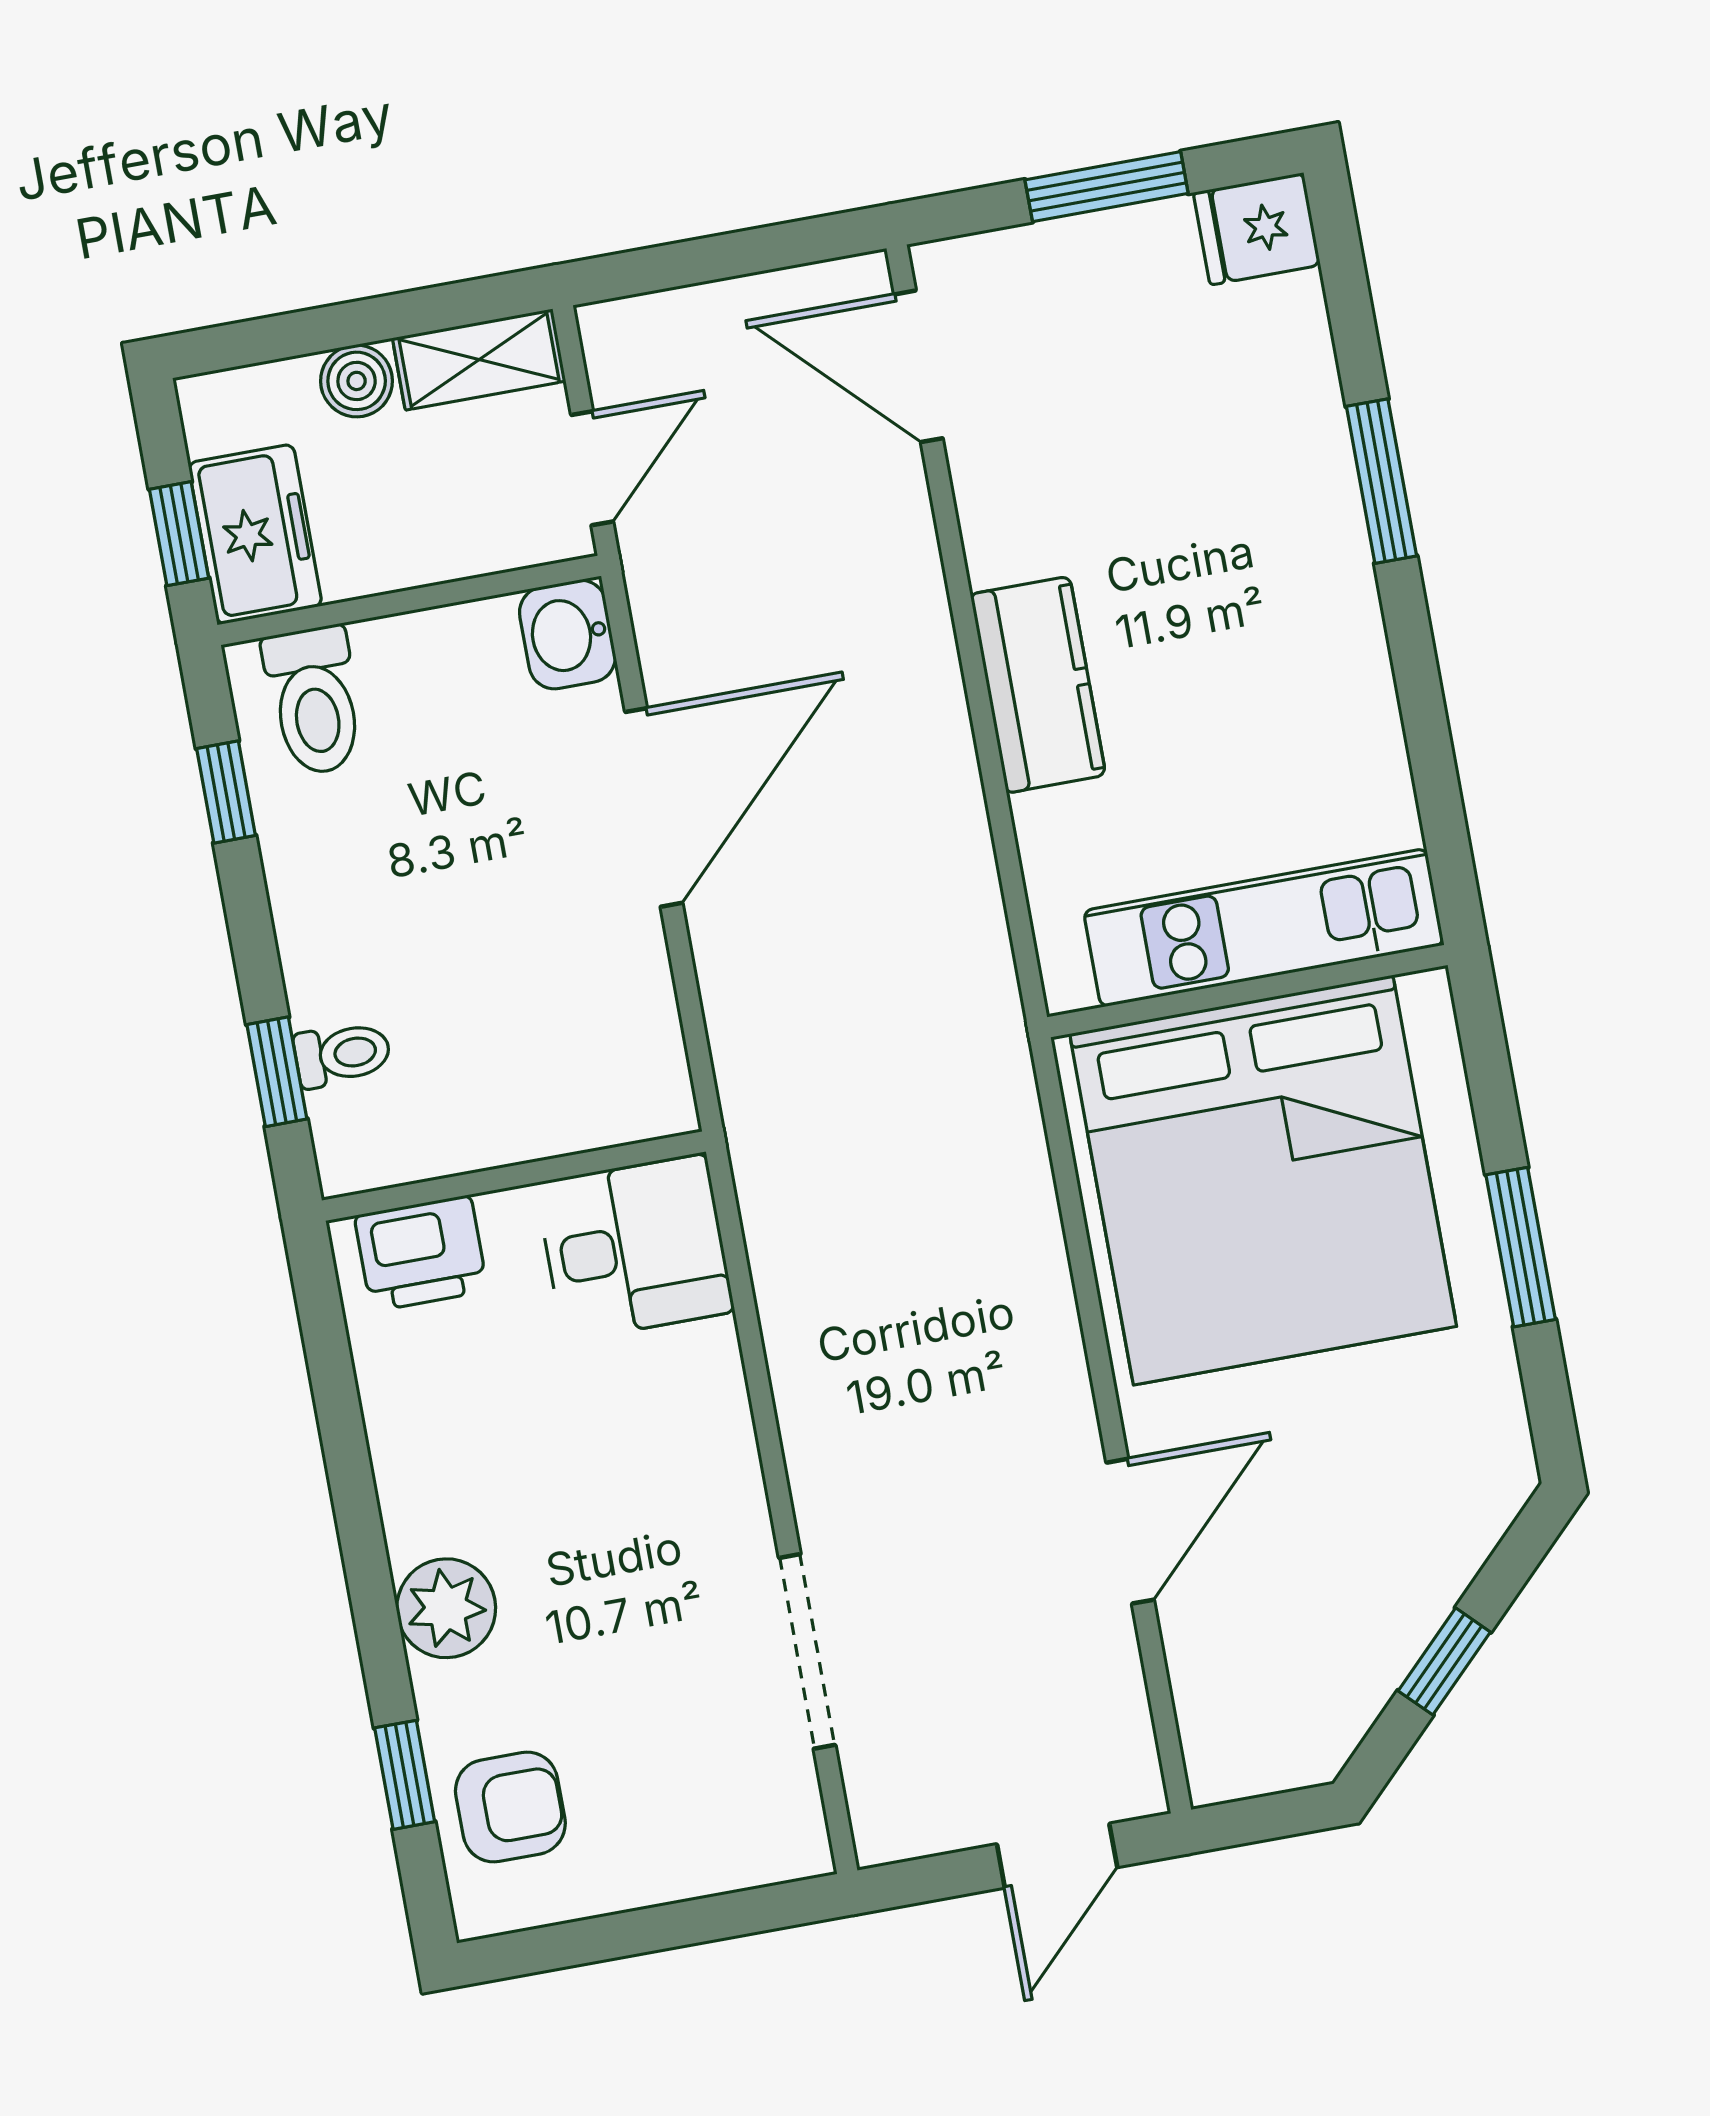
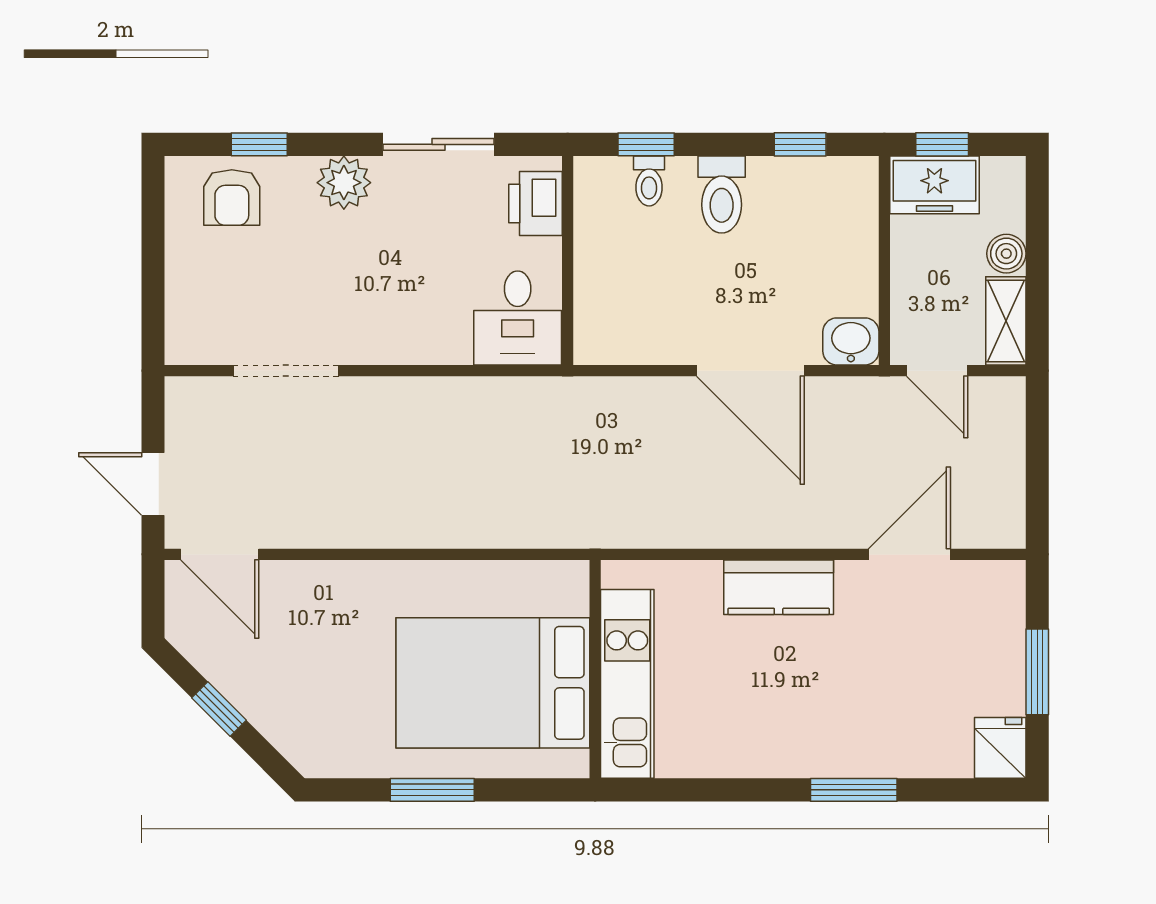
door: (918, 366) -> (909, 554), moved
toilet: (314, 701) -> (722, 194), moved, turned -90
bed: (1263, 1180) -> (493, 683), width x0.73
sliding door: (345, 1449) -> (438, 144), added
door: (1130, 1531) -> (220, 554), moved

